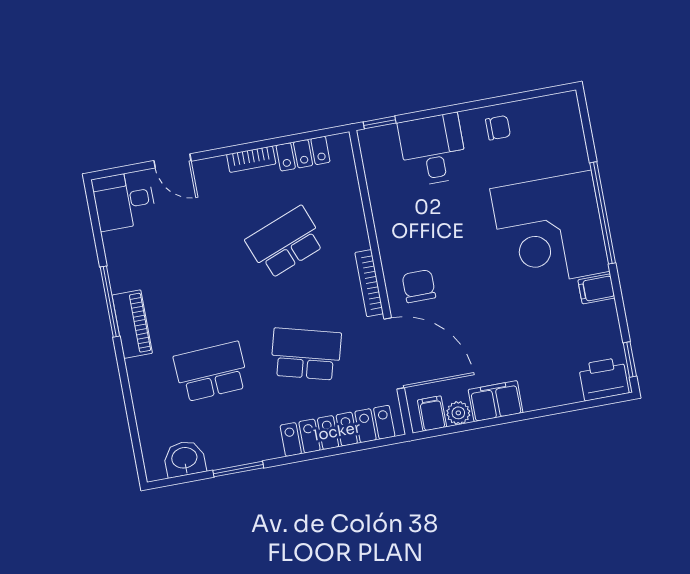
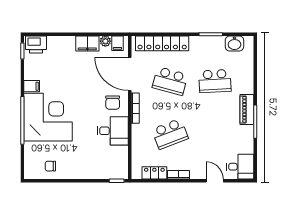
chair: (498, 128) -> (50, 166), moved
desk: (433, 150) -> (113, 131), moved, turned -90

